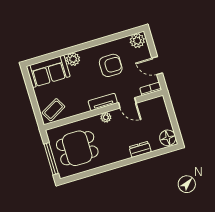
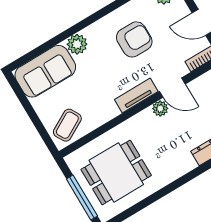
plant: (106, 117) -> (160, 109), moved

